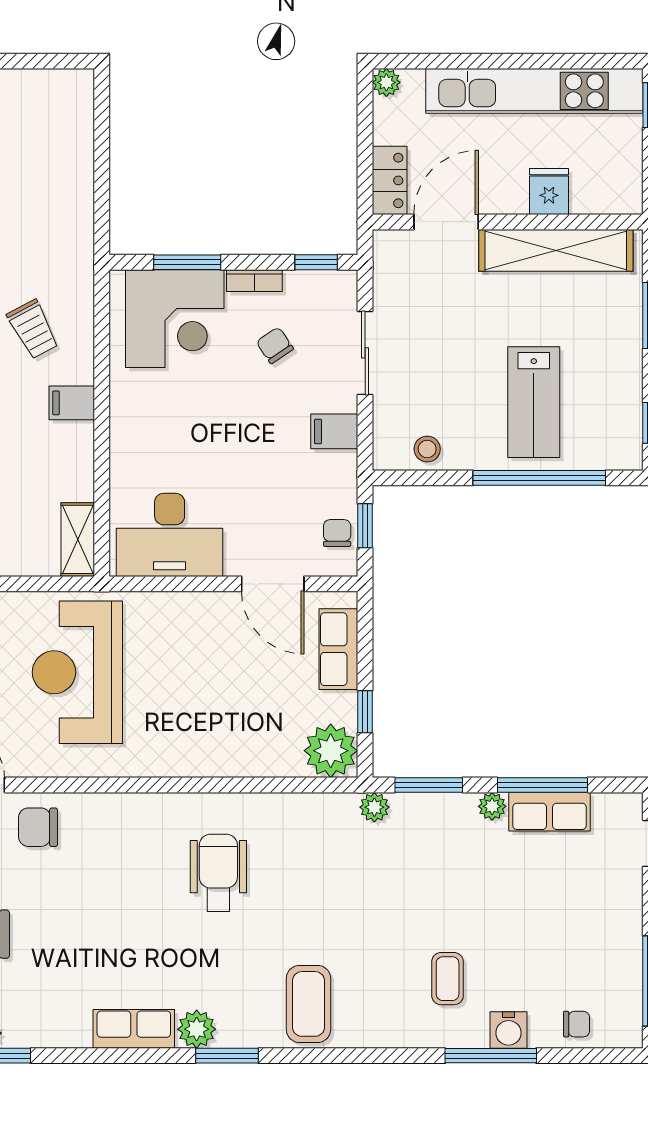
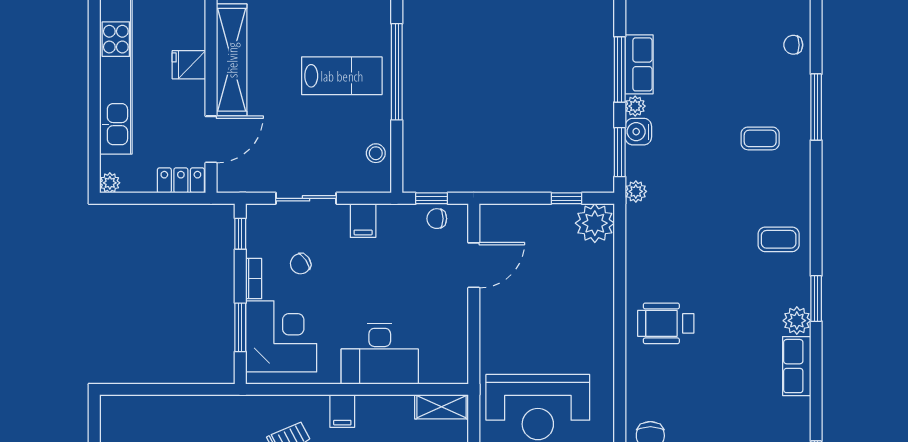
door: (446, 222) -> (211, 139), swing flipped
desk: (170, 535) -> (380, 354), moved, turned 90
row of seats: (338, 649) -> (521, 218), removed
wheelchair: (218, 873) -> (666, 323), moved
coffee table: (308, 1004) -> (779, 239), width x0.73, depth x0.77
chair: (576, 1024) -> (793, 45), turned -90
water cooler: (509, 1030) -> (638, 132), moved, turned 180

